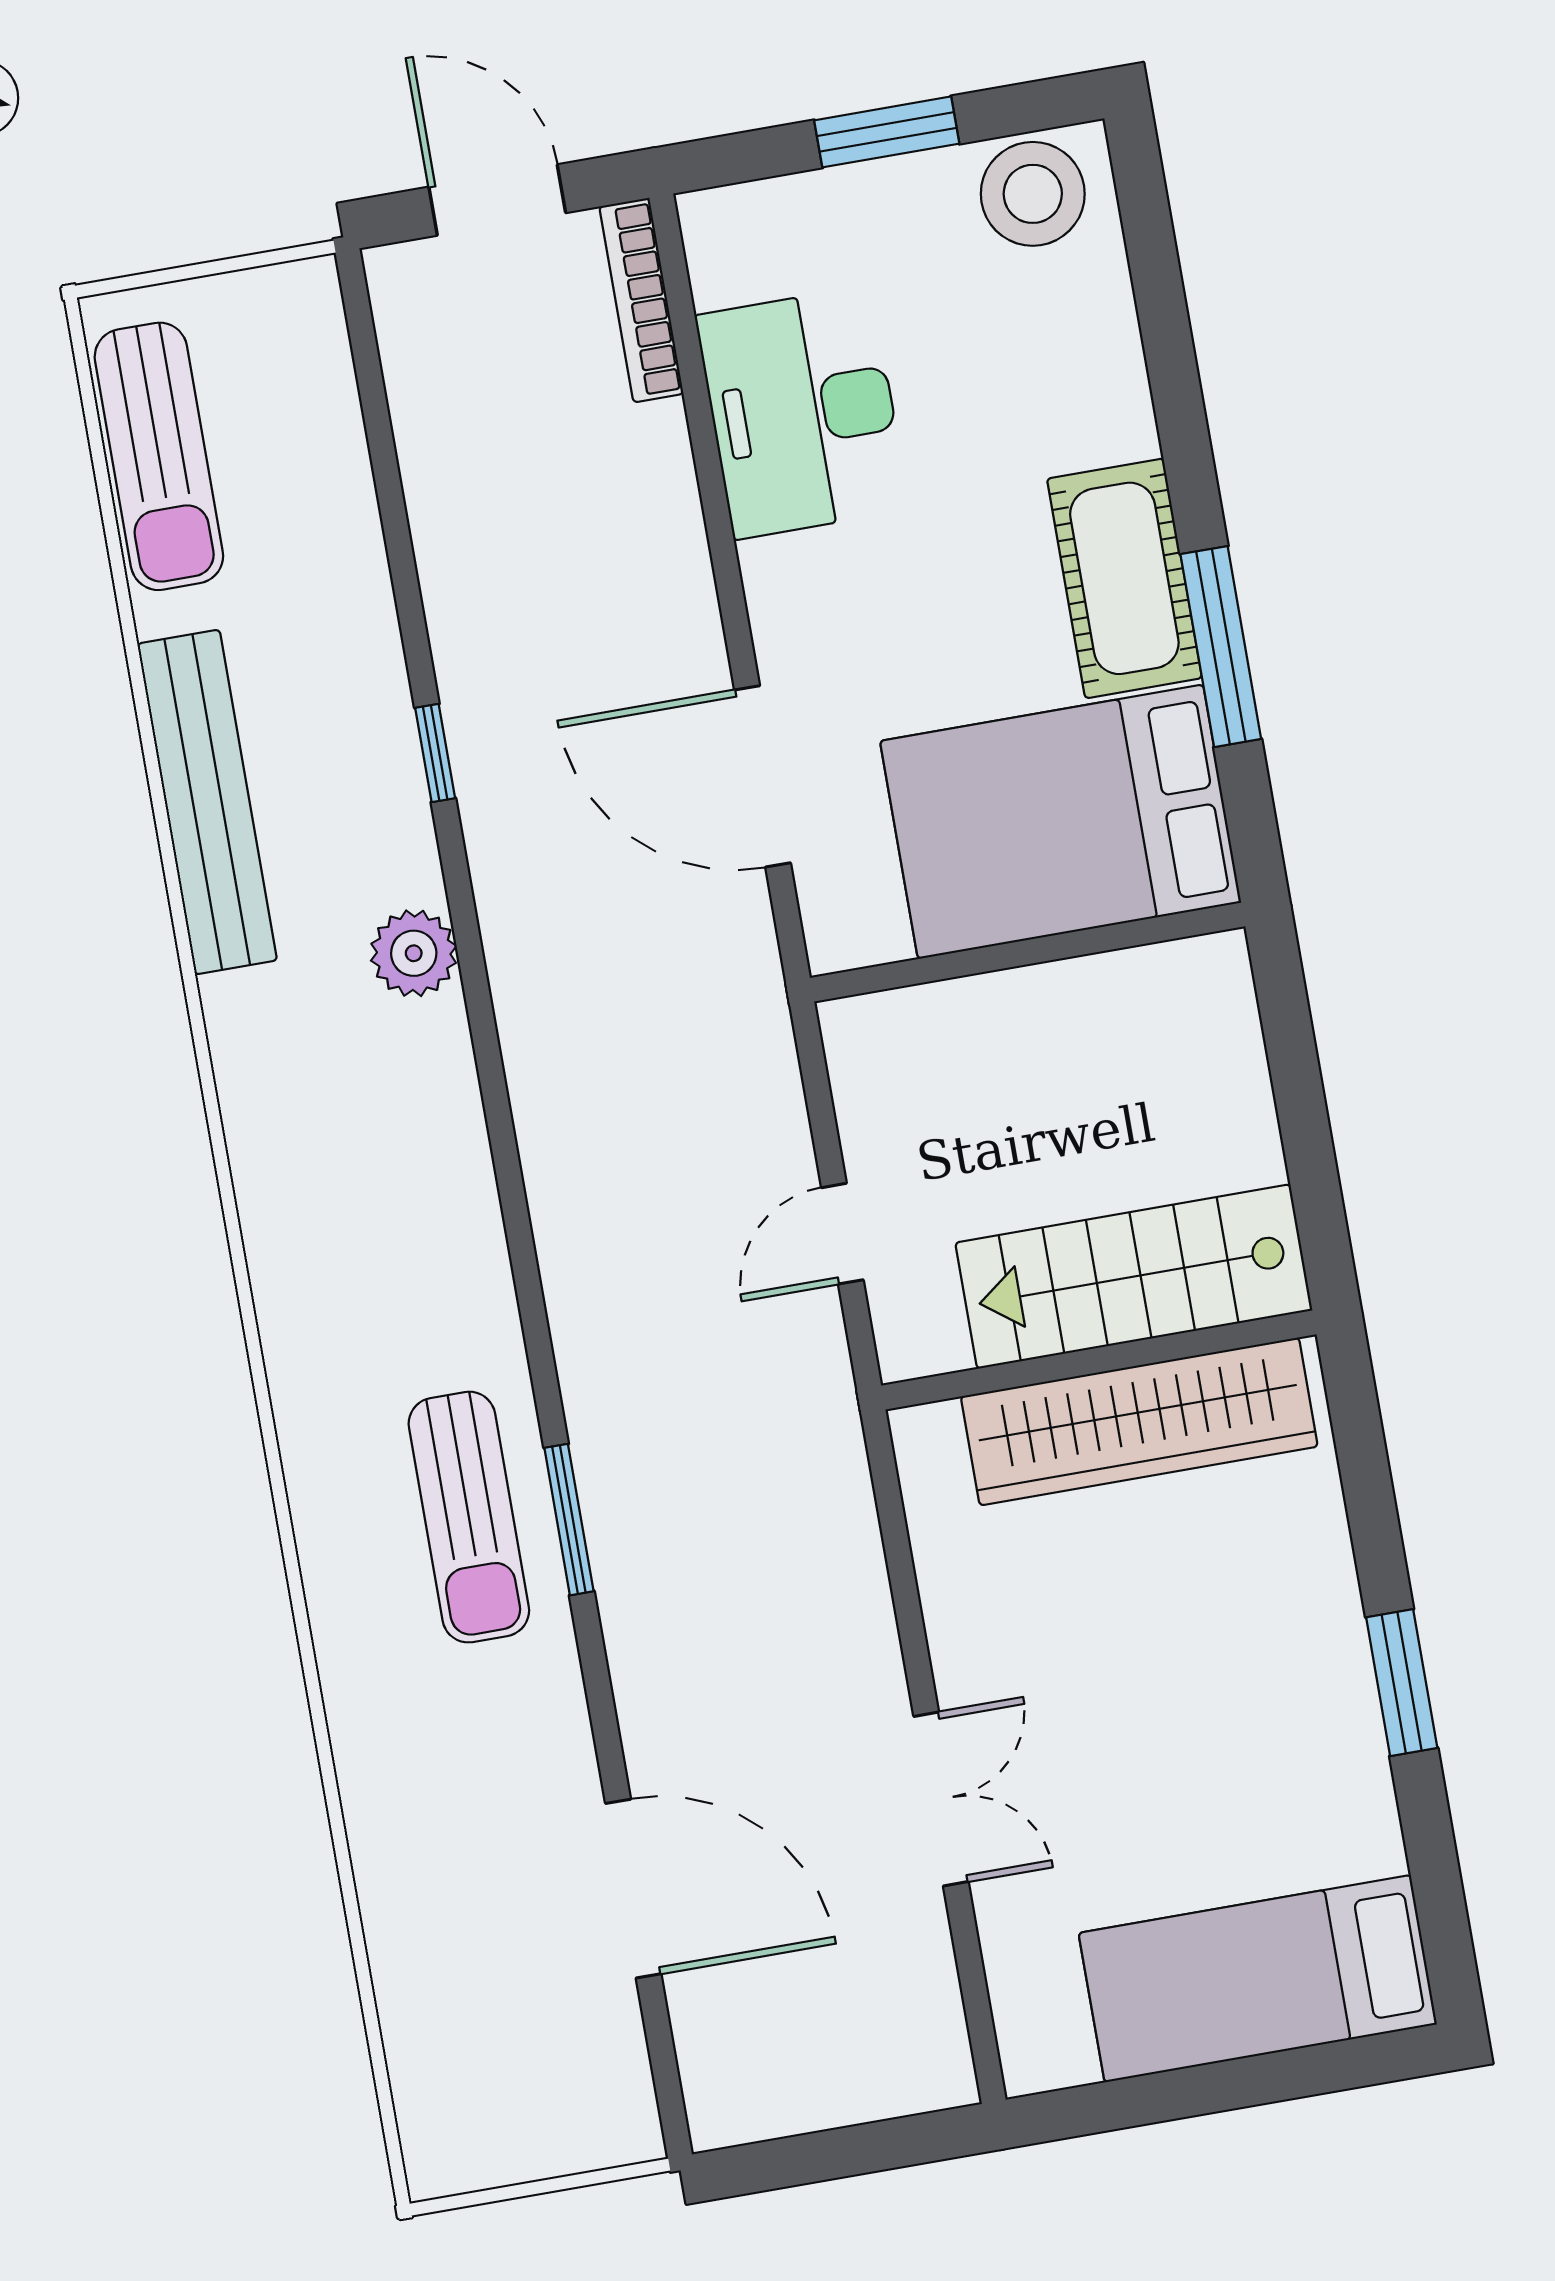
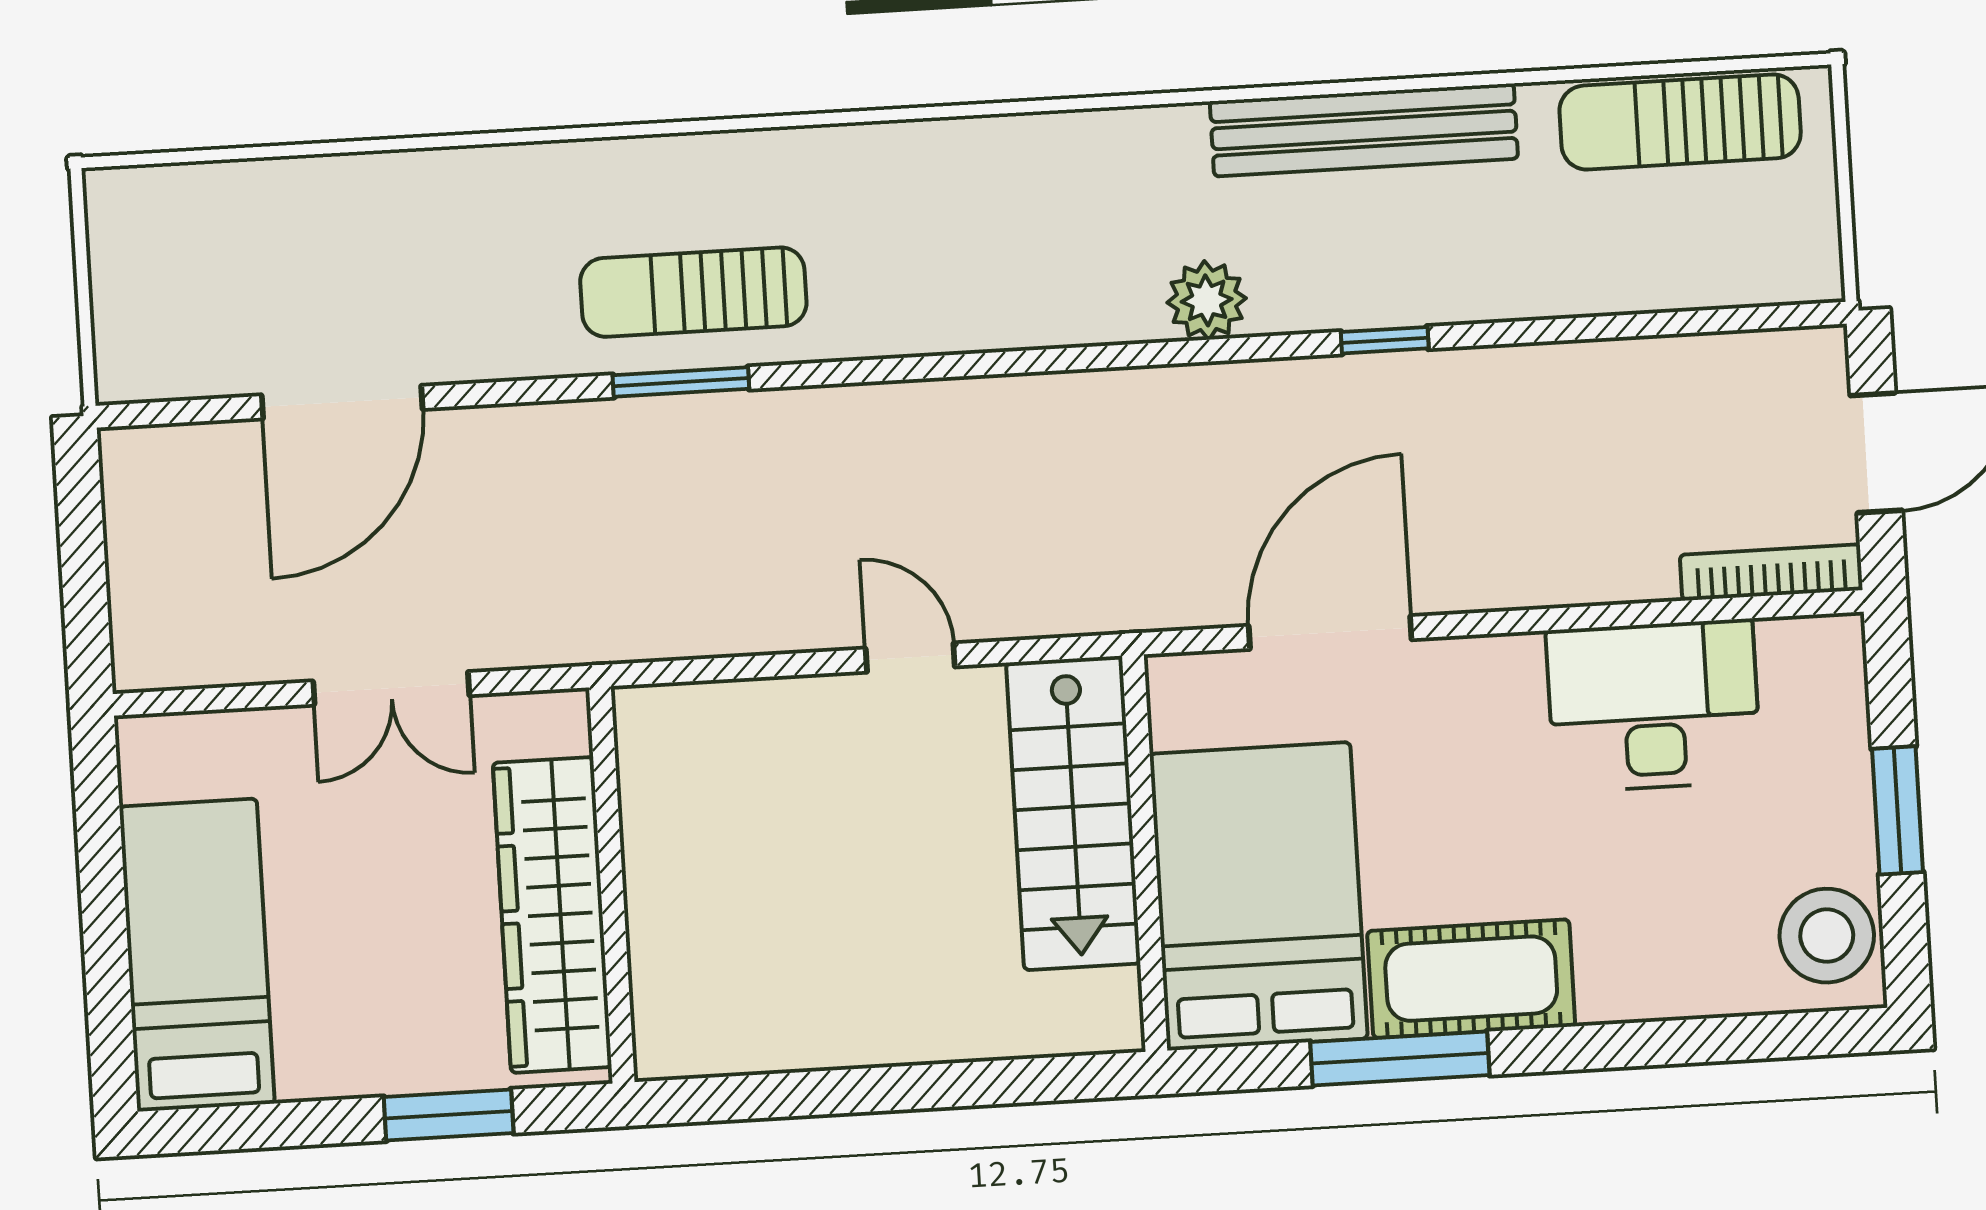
stairs: (1134, 1277) -> (1073, 813), moved, turned 180
wall: (1099, 1360) -> (612, 885), moved
wardrobe: (1139, 1421) -> (552, 915), moved

